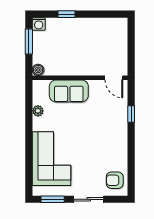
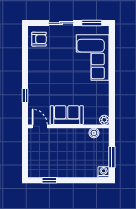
window: (66, 14) -> (49, 180), moved
boiler: (38, 70) -> (94, 133), moved
sofa: (69, 91) -> (67, 115), moved
plant: (38, 111) -> (104, 120), moved

